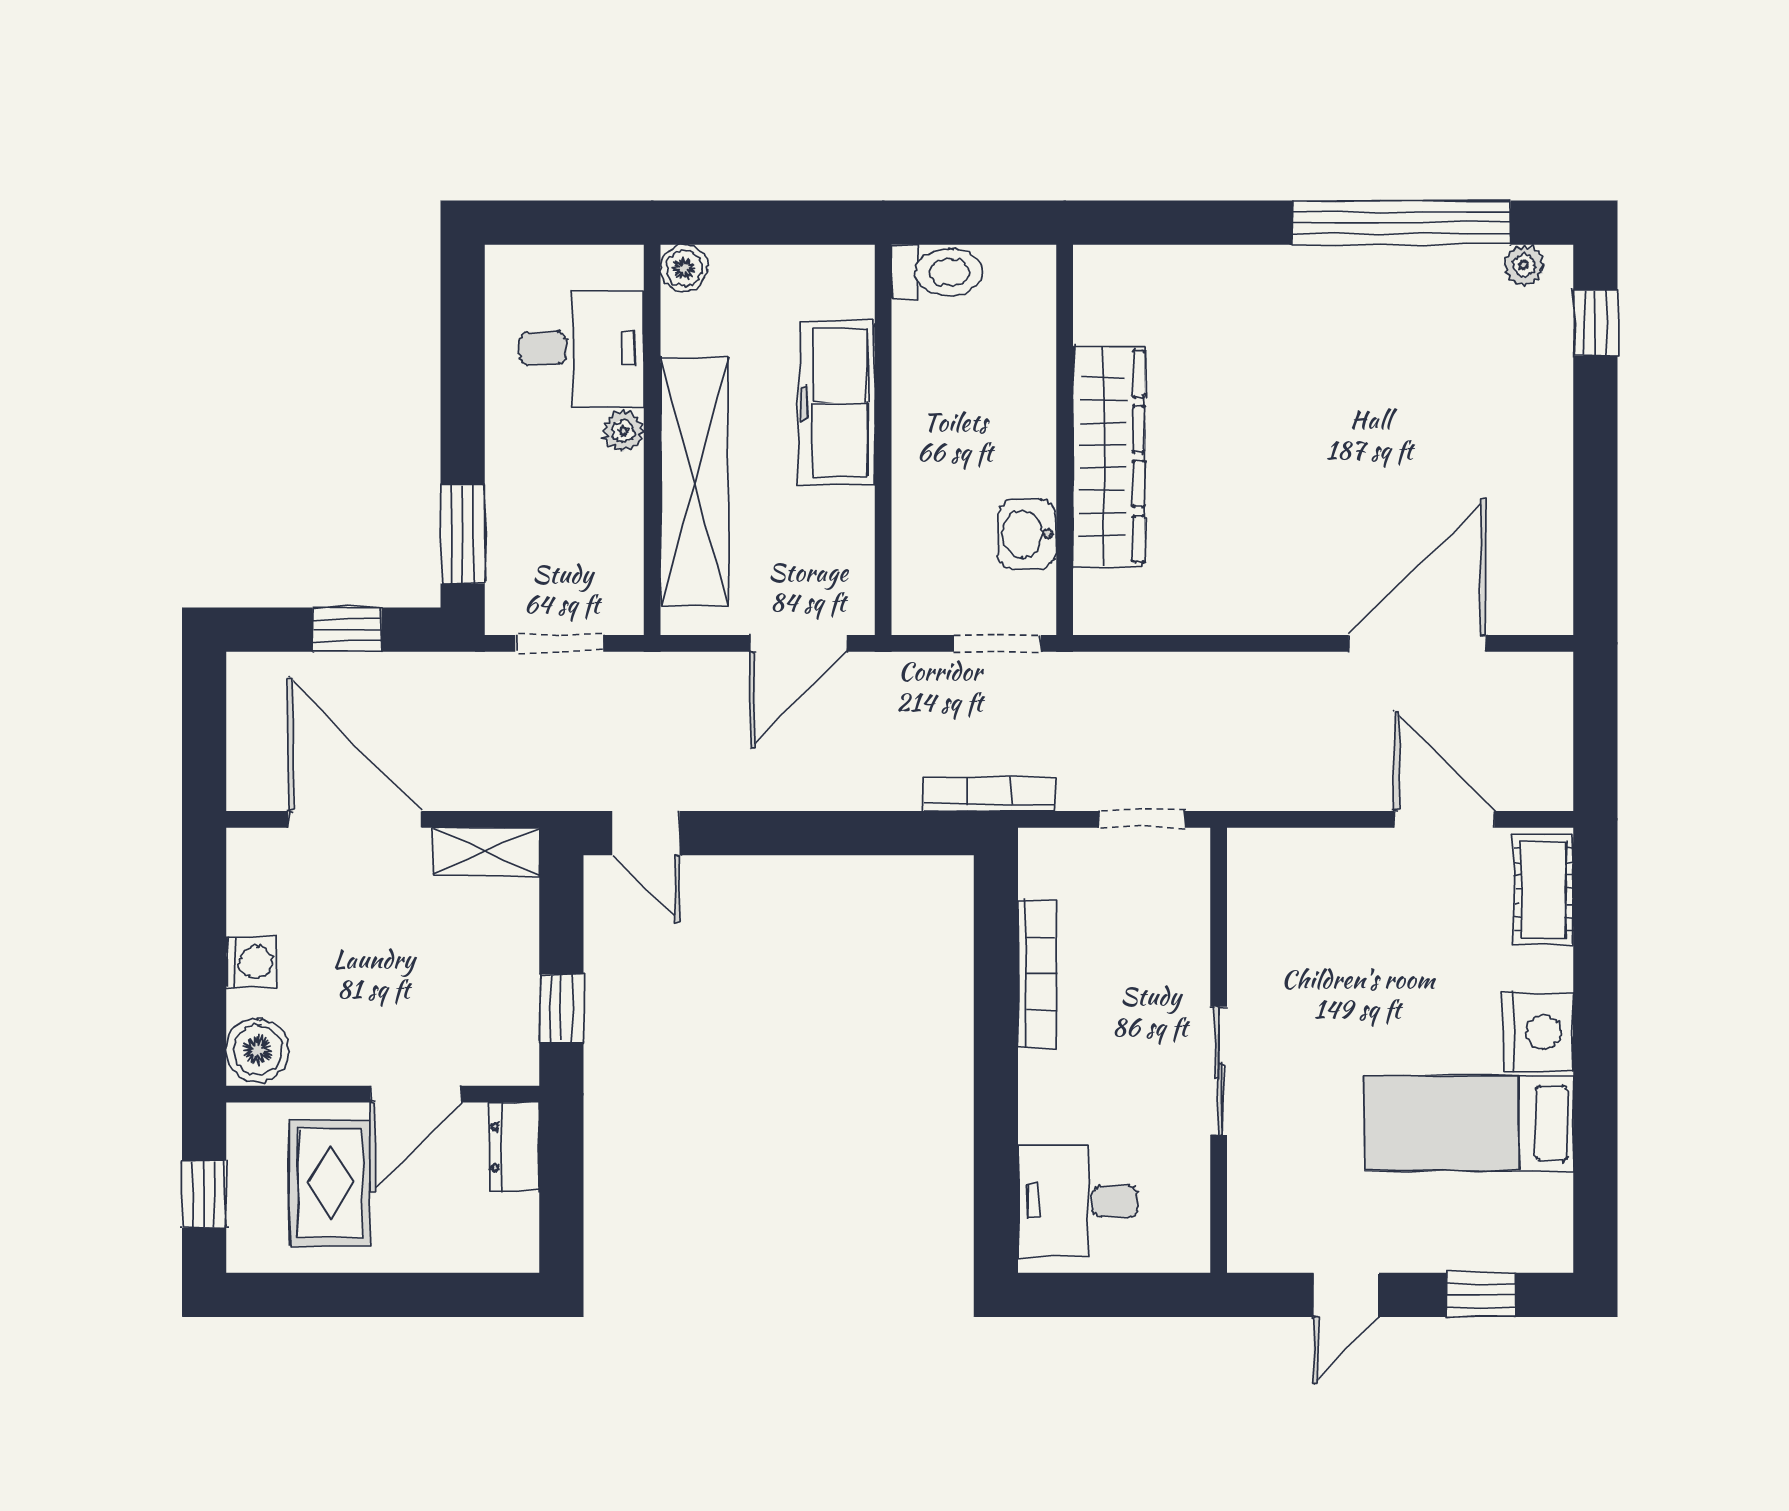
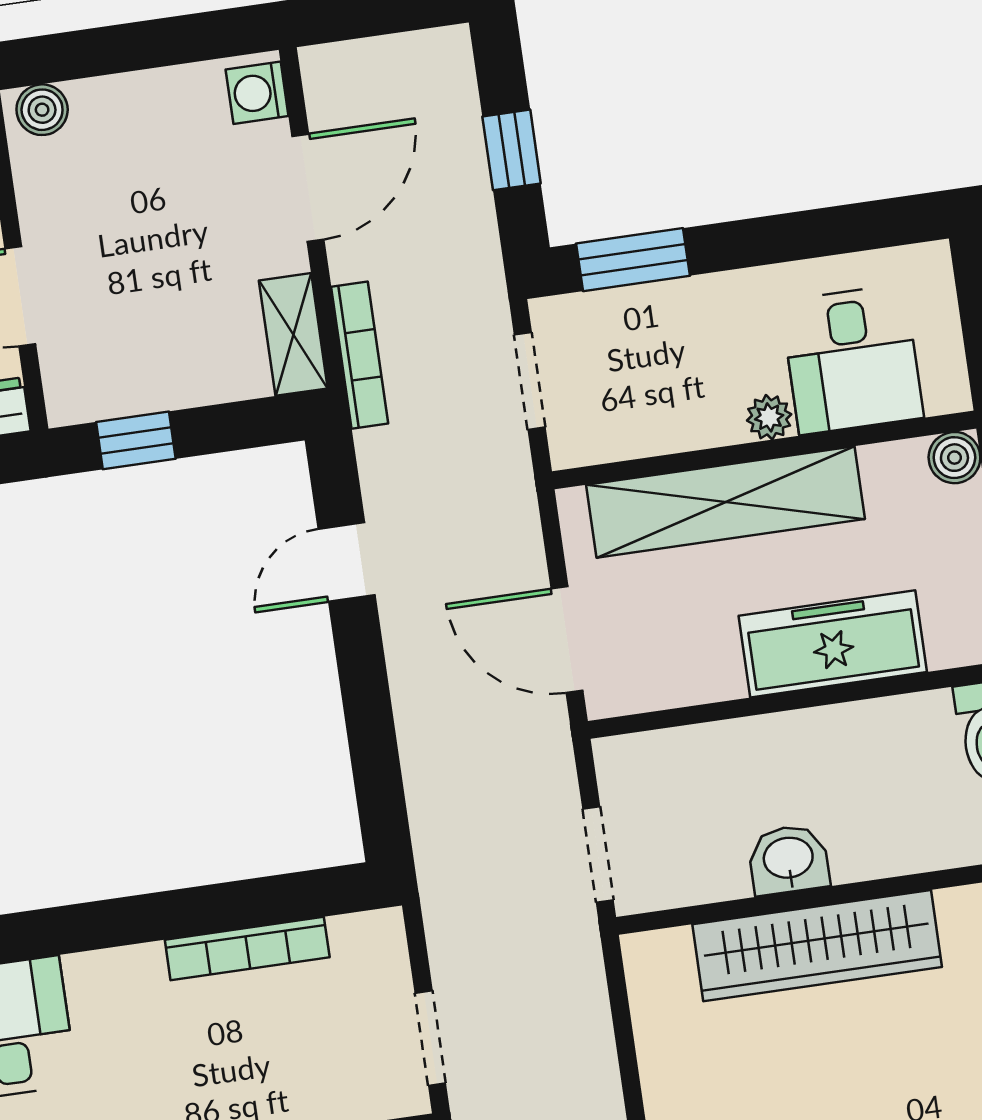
washbasin: (1027, 534) -> (788, 860), moved
bookcase: (990, 794) -> (360, 355), moved
door: (355, 819) -> (308, 188), width x0.73
door: (646, 833) -> (347, 562), moved
washing machine: (251, 962) -> (257, 93), moved, turned 90
boiler: (258, 1050) -> (42, 110), width x0.73, depth x0.73

